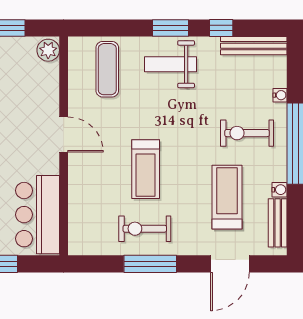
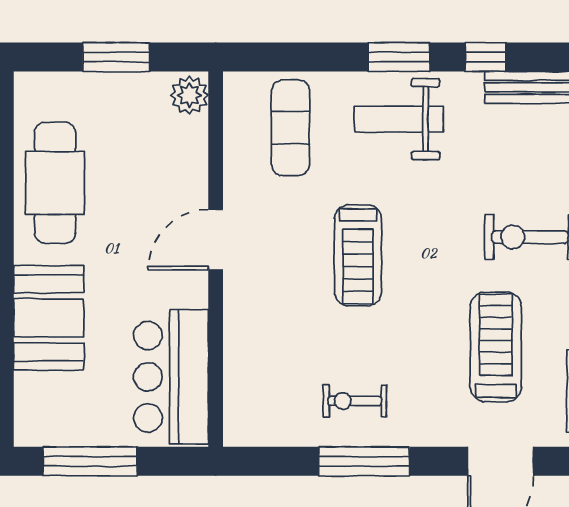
door: (64, 135) -> (216, 240), swing flipped
treadmill: (146, 169) -> (358, 255), moved
exercise bike: (145, 229) -> (355, 401), width x0.73, depth x0.72

